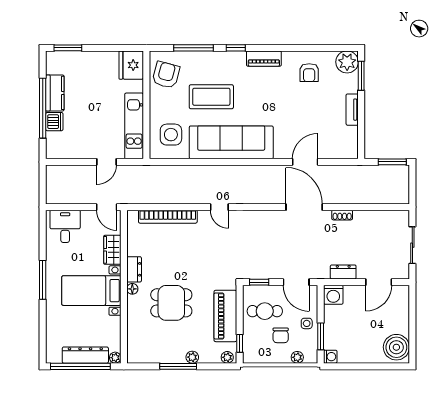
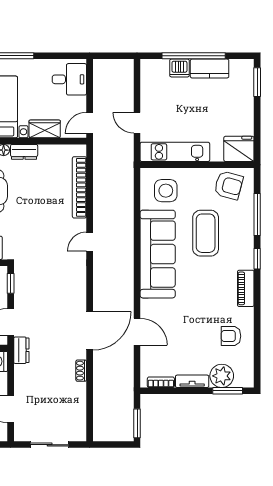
plant: (347, 62) -> (222, 376), moved
bookcase: (353, 139) -> (161, 382), added
dresser: (343, 272) -> (21, 350), moved

